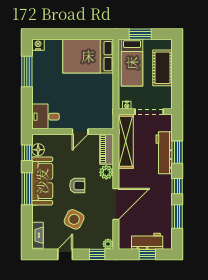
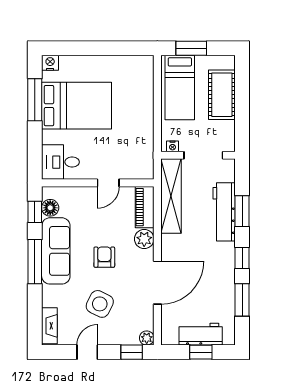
bed: (88, 56) -> (76, 106), moved, turned 180
armchair: (77, 185) -> (104, 257), turned -90

